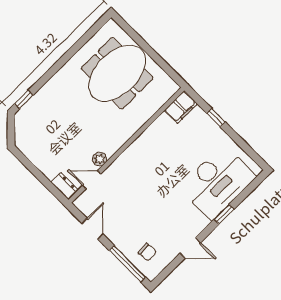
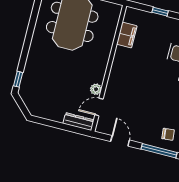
filing cabinet: (181, 107) -> (127, 35), moved
dresser: (65, 186) -> (78, 122), width x1.44

